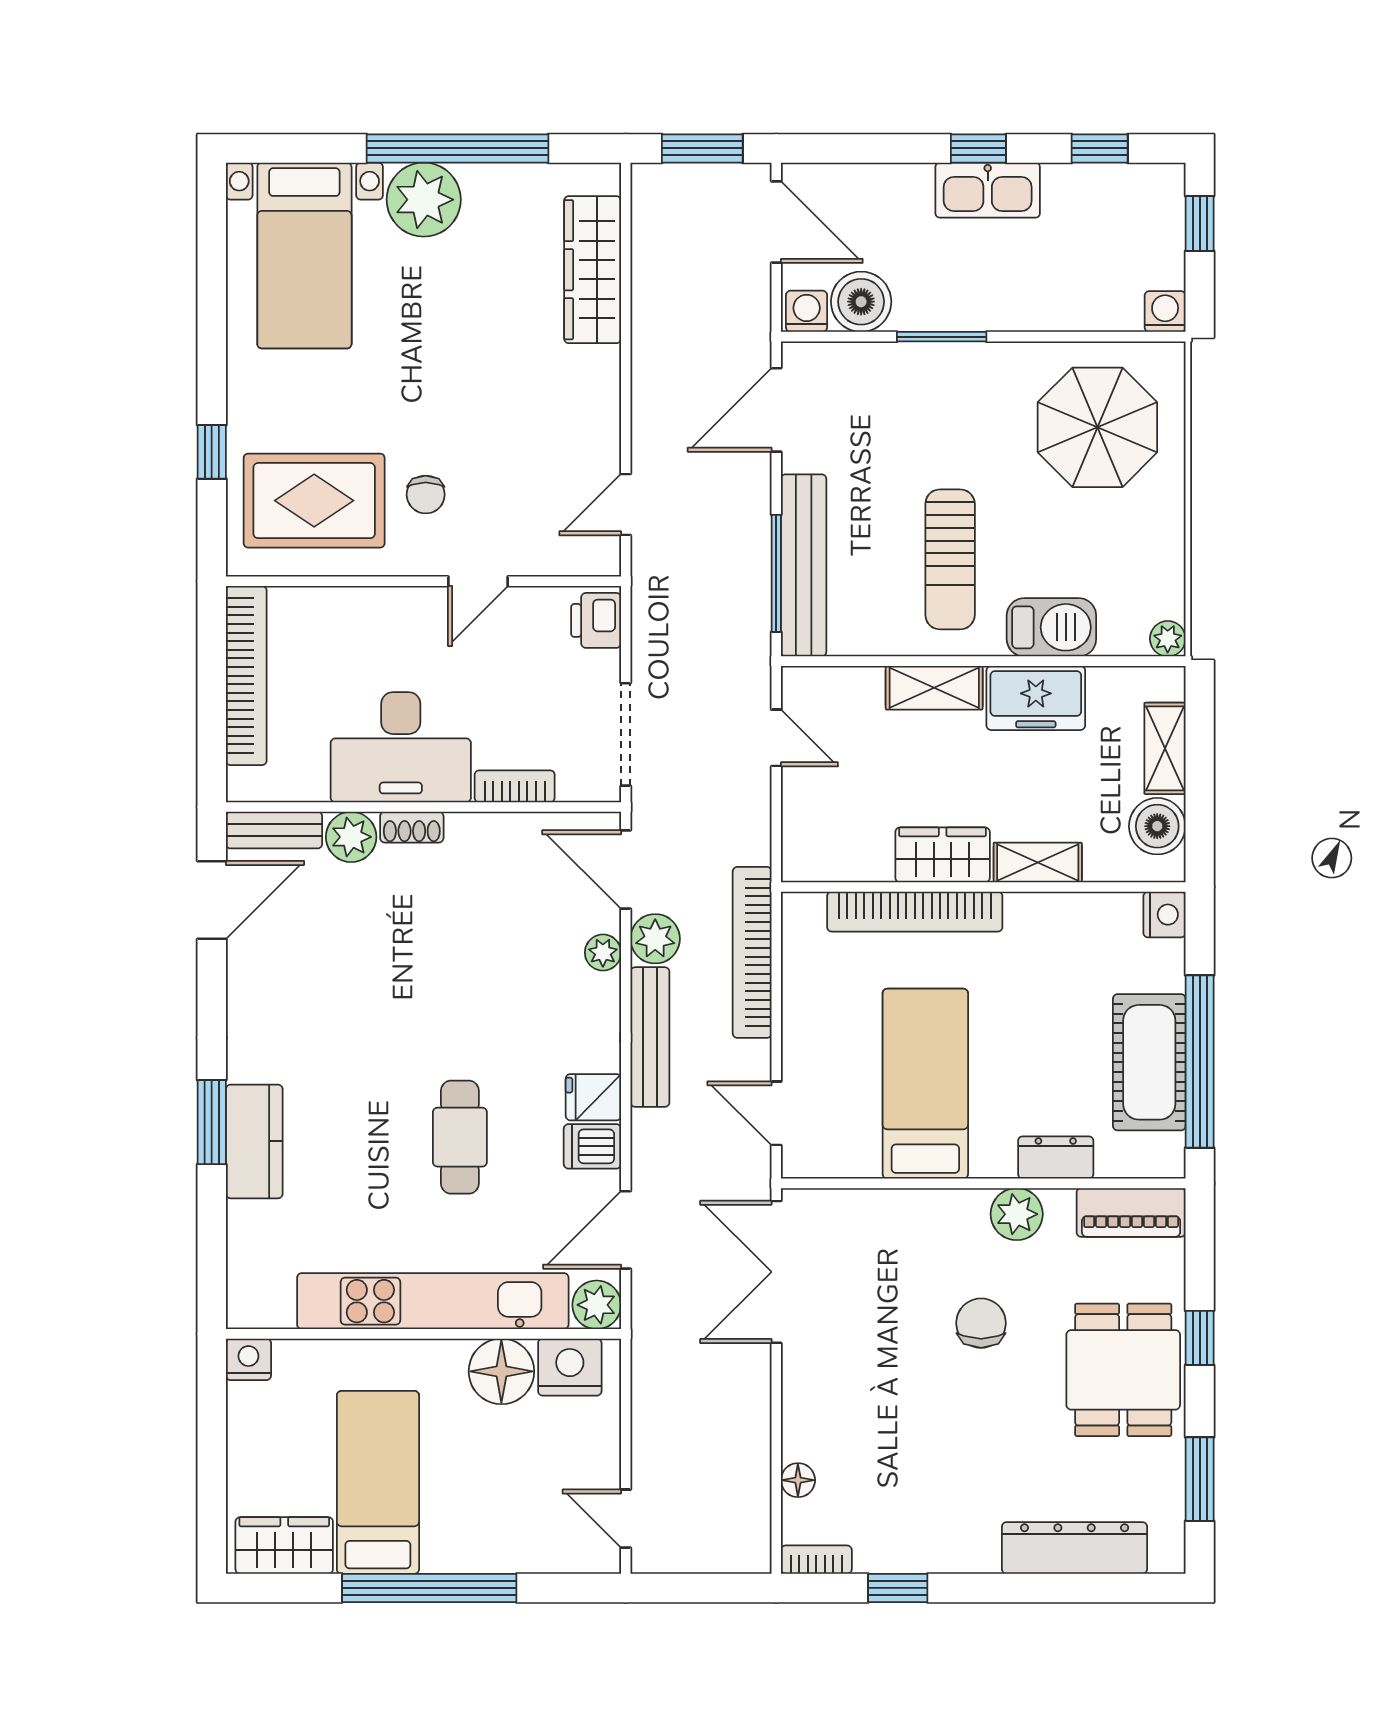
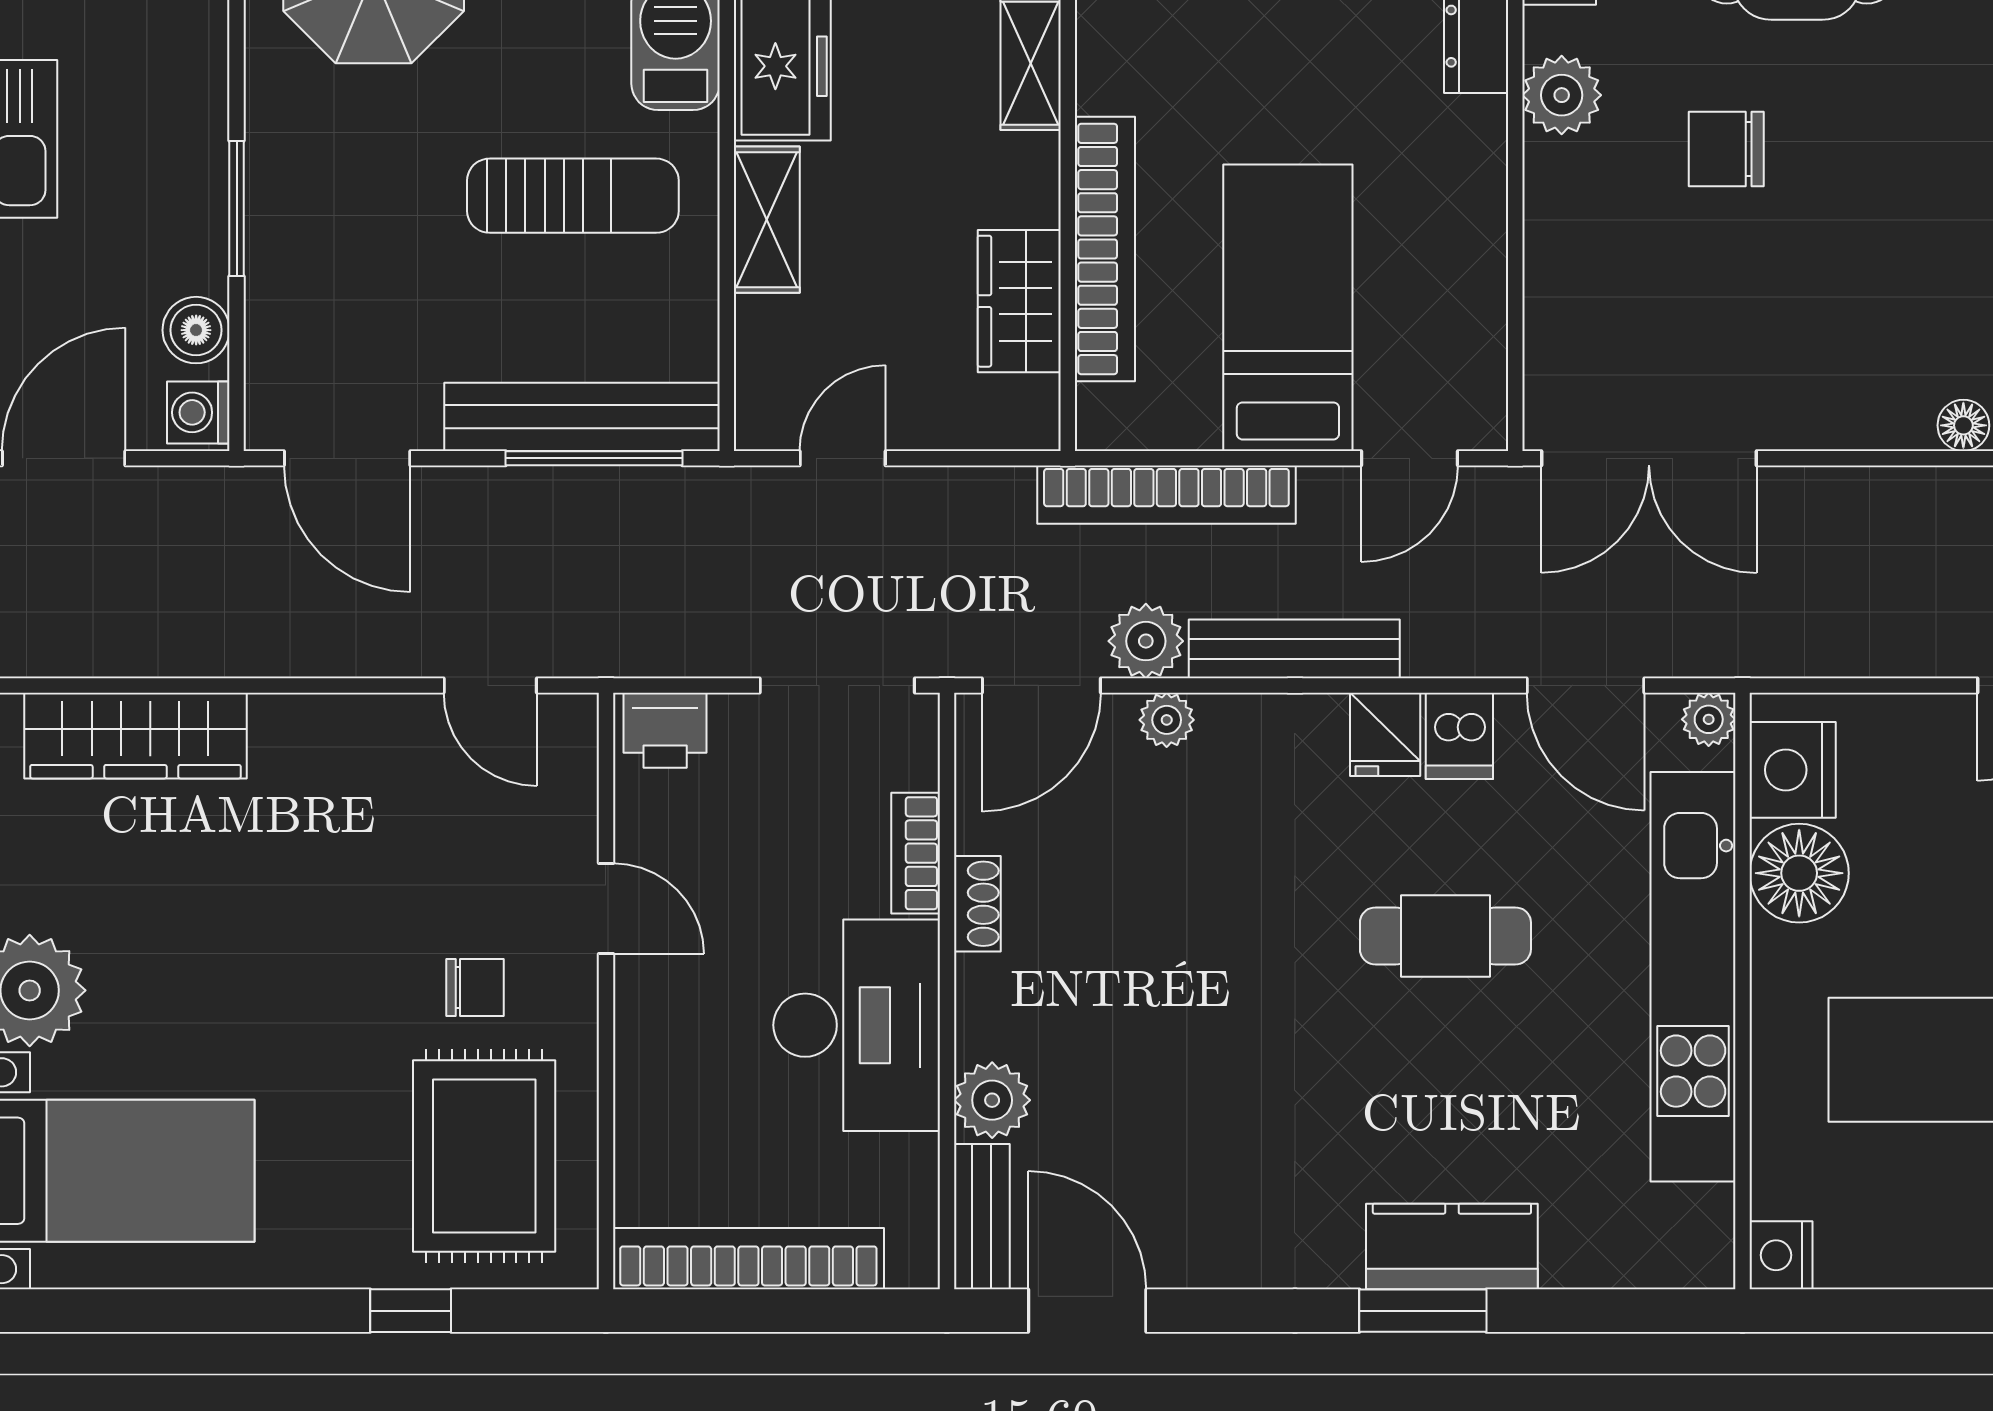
boiler: (861, 302) -> (196, 330), width x0.73, depth x0.73
shoe rack: (412, 827) -> (977, 904), moved
wardrobe: (943, 855) -> (1019, 301), moved
bed: (925, 1084) -> (1288, 308), moved, turned 90
plant: (597, 1305) -> (1709, 719), width x0.73, depth x0.73

